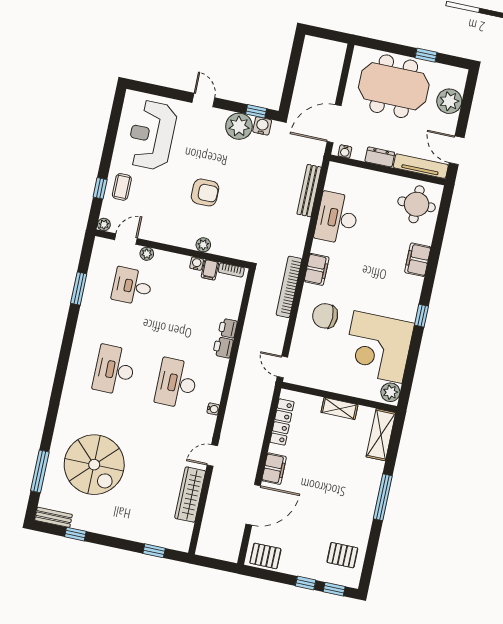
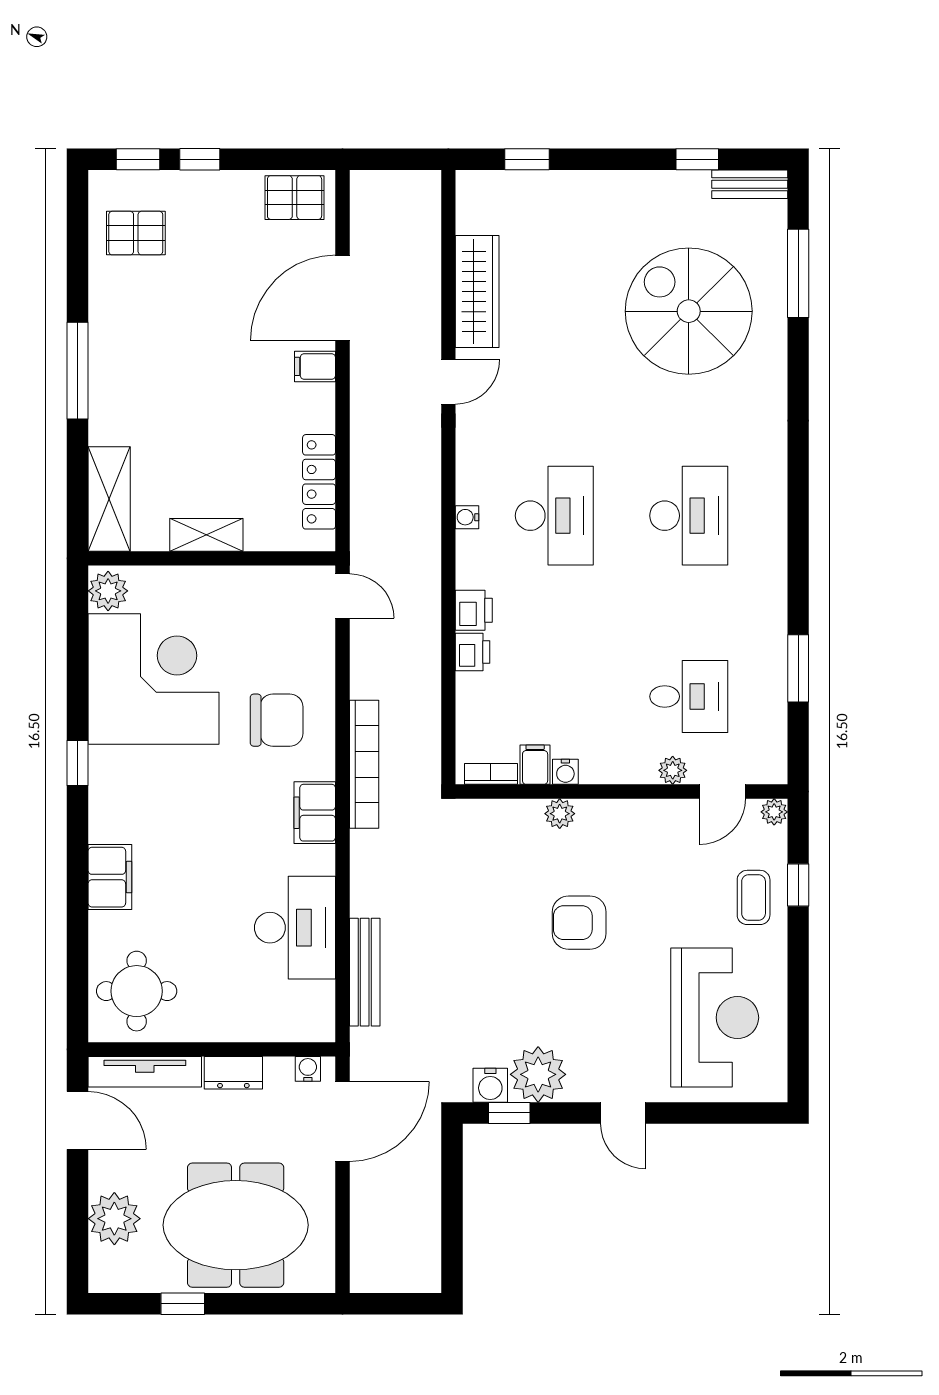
water cooler: (213, 409) -> (467, 517), moved
filing cabinet: (274, 469) -> (315, 366), width x0.50

